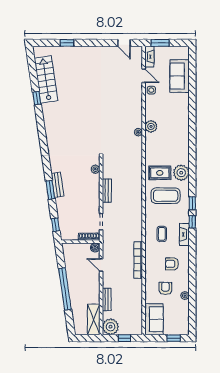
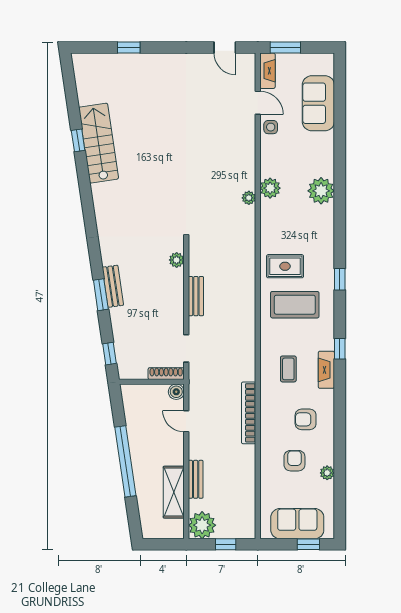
stairs: (46, 79) -> (99, 143), moved
plant: (181, 173) -> (321, 191), moved
window: (192, 203) -> (340, 279), moved
shelving: (94, 319) -> (174, 492), moved
sofa: (154, 319) -> (297, 524), moved, turned -90

